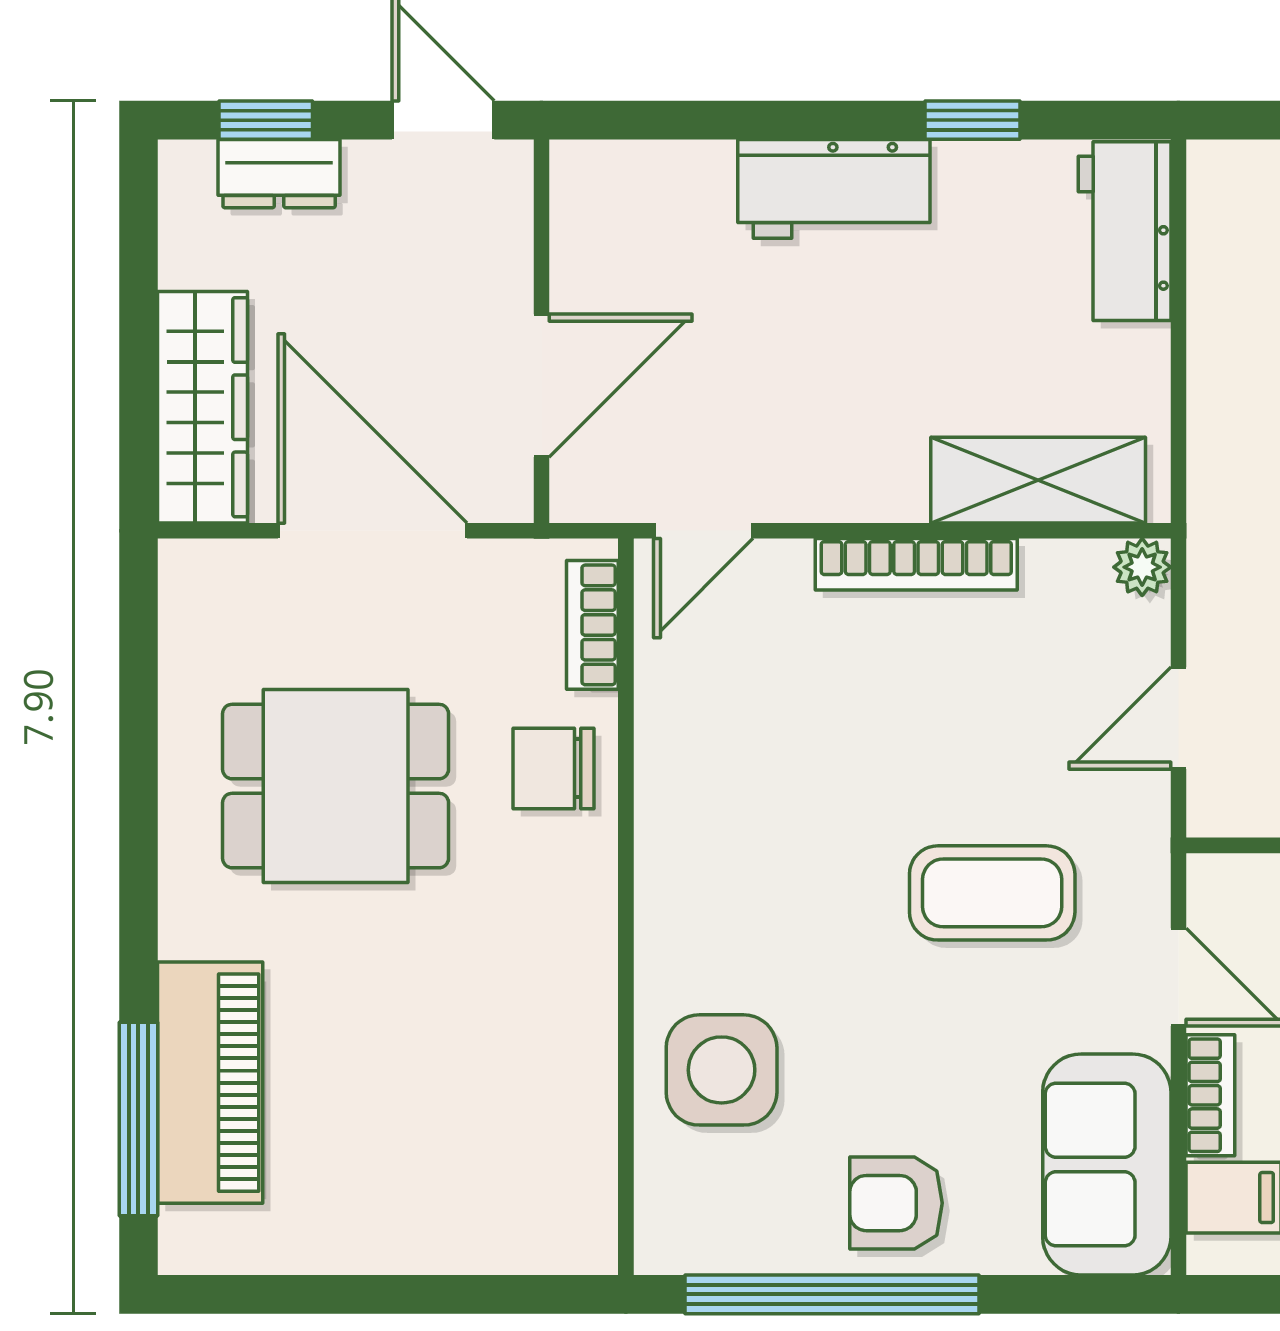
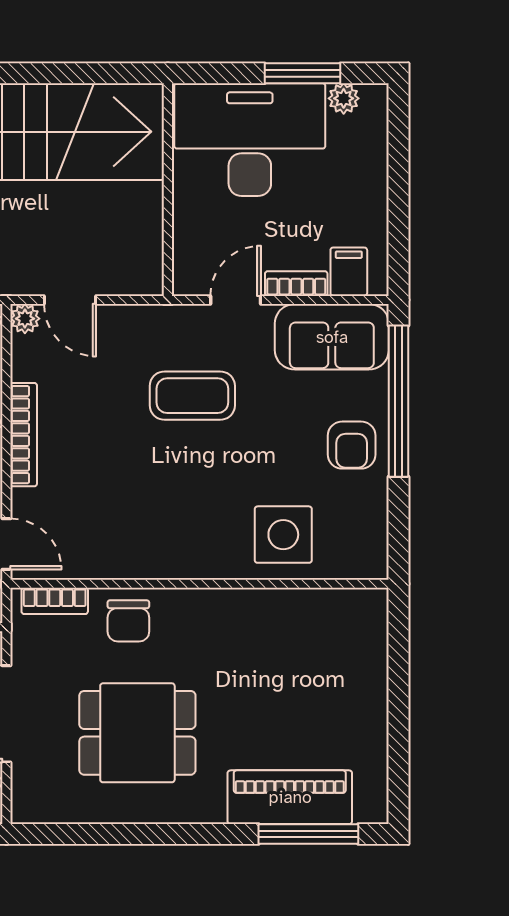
door: (1178, 718) -> (70, 300), moved
dining table: (336, 786) -> (137, 733), turned 90
coffee table: (992, 893) -> (192, 396), turned 90
window: (832, 1294) -> (399, 401), moved

